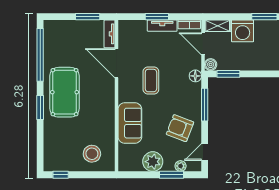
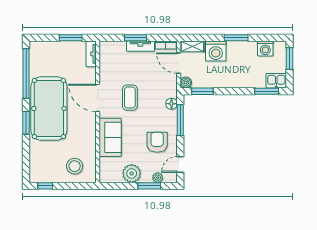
door: (116, 63) -> (98, 98), moved
floor lamp: (195, 76) -> (172, 104), moved
pool table: (65, 92) -> (49, 108), width x1.36, depth x1.32
armchair: (180, 128) -> (157, 142), turned 69

